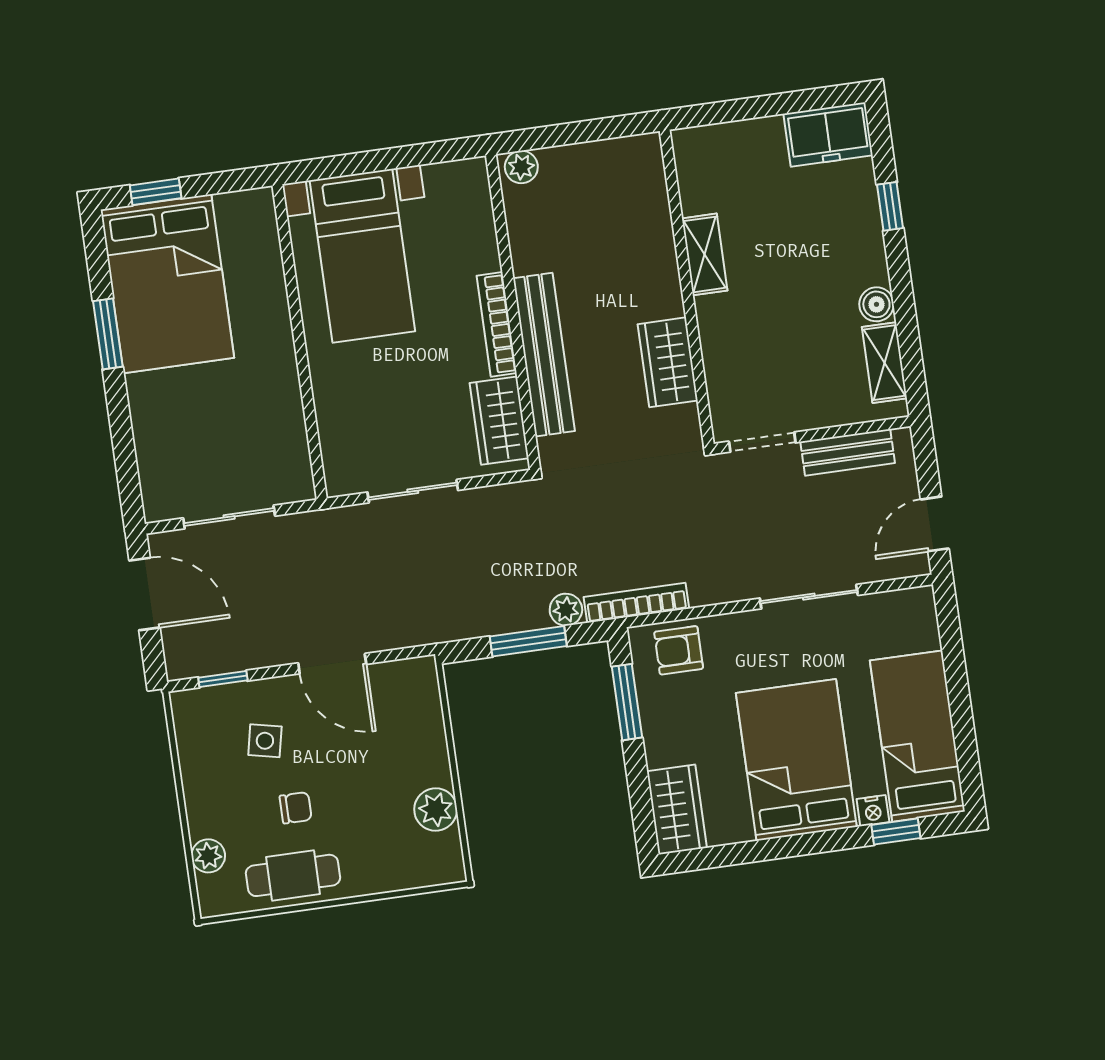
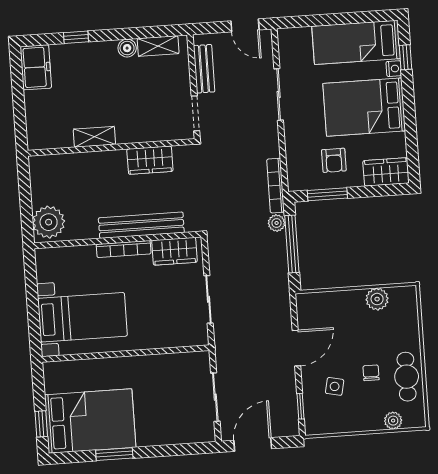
plant: (521, 167) -> (49, 222), width x1.88, depth x1.88
window: (528, 641) -> (292, 244), width x1.44
armchair: (679, 650) -> (334, 160), moved

